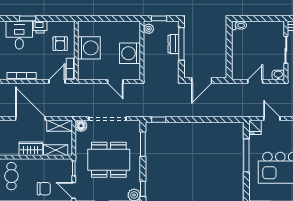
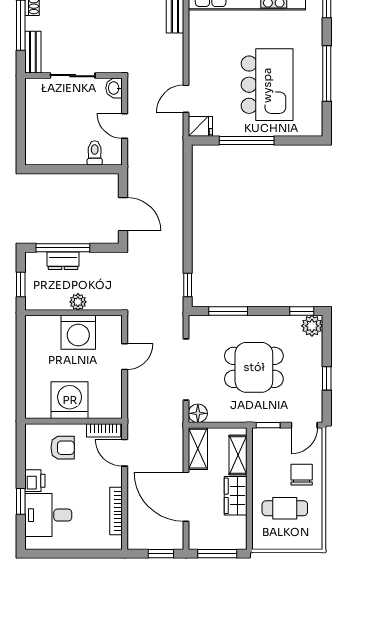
toilet: (239, 25) -> (95, 153), moved
plant: (149, 29) -> (78, 302), moved
door: (30, 119) -> (186, 497), hinge flipped
dining table: (109, 160) -> (254, 367), width x0.73
cafe table: (11, 176) -> (285, 508), moved

